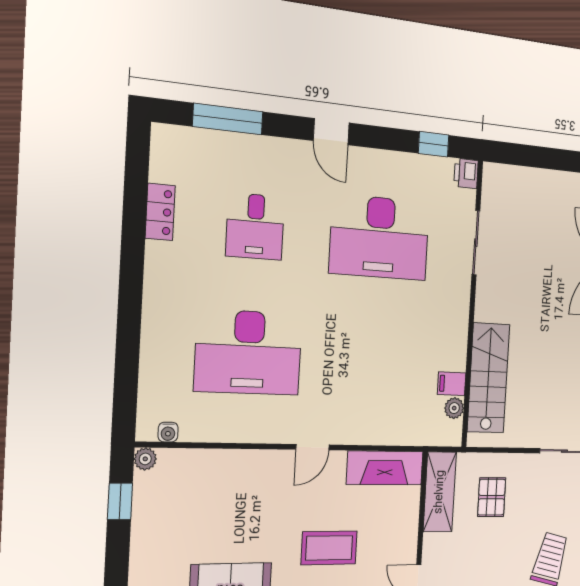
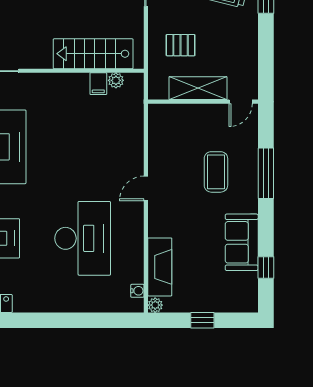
door: (313, 447) -> (146, 188), swing flipped
fireplace: (385, 468) -> (160, 267), moved
shelving: (440, 492) -> (198, 88), moved
window: (120, 501) -> (202, 320), moved

